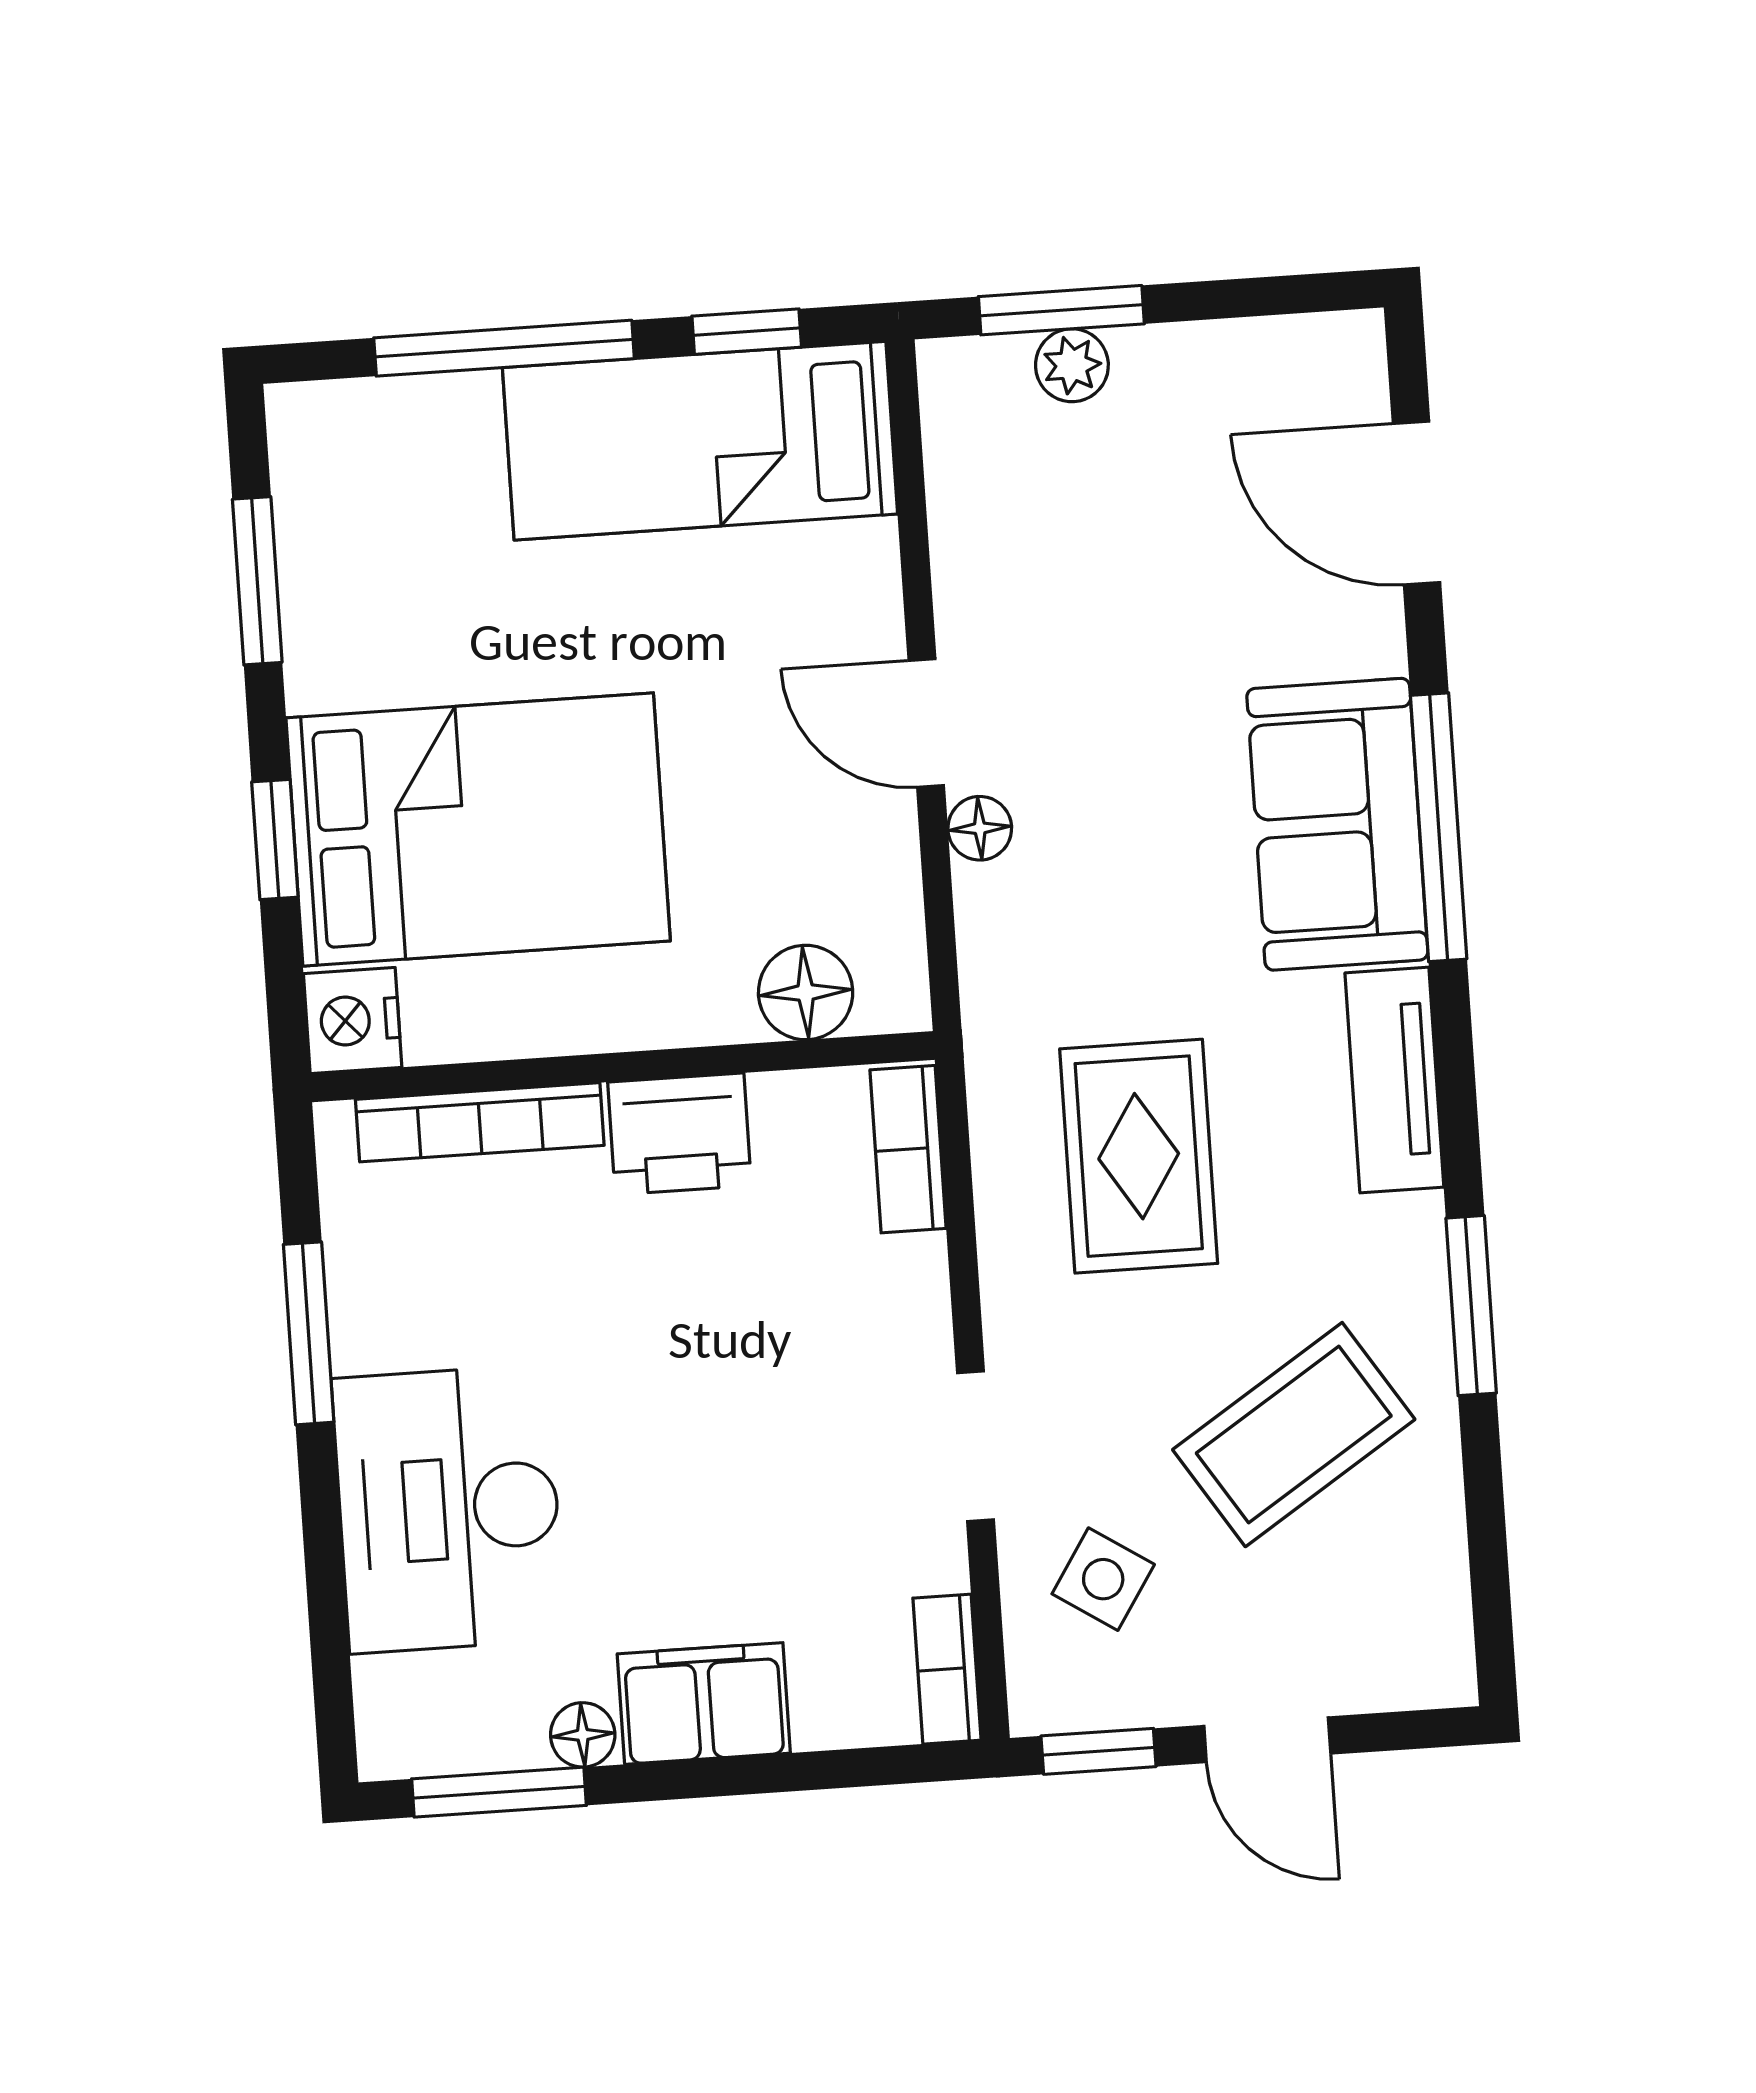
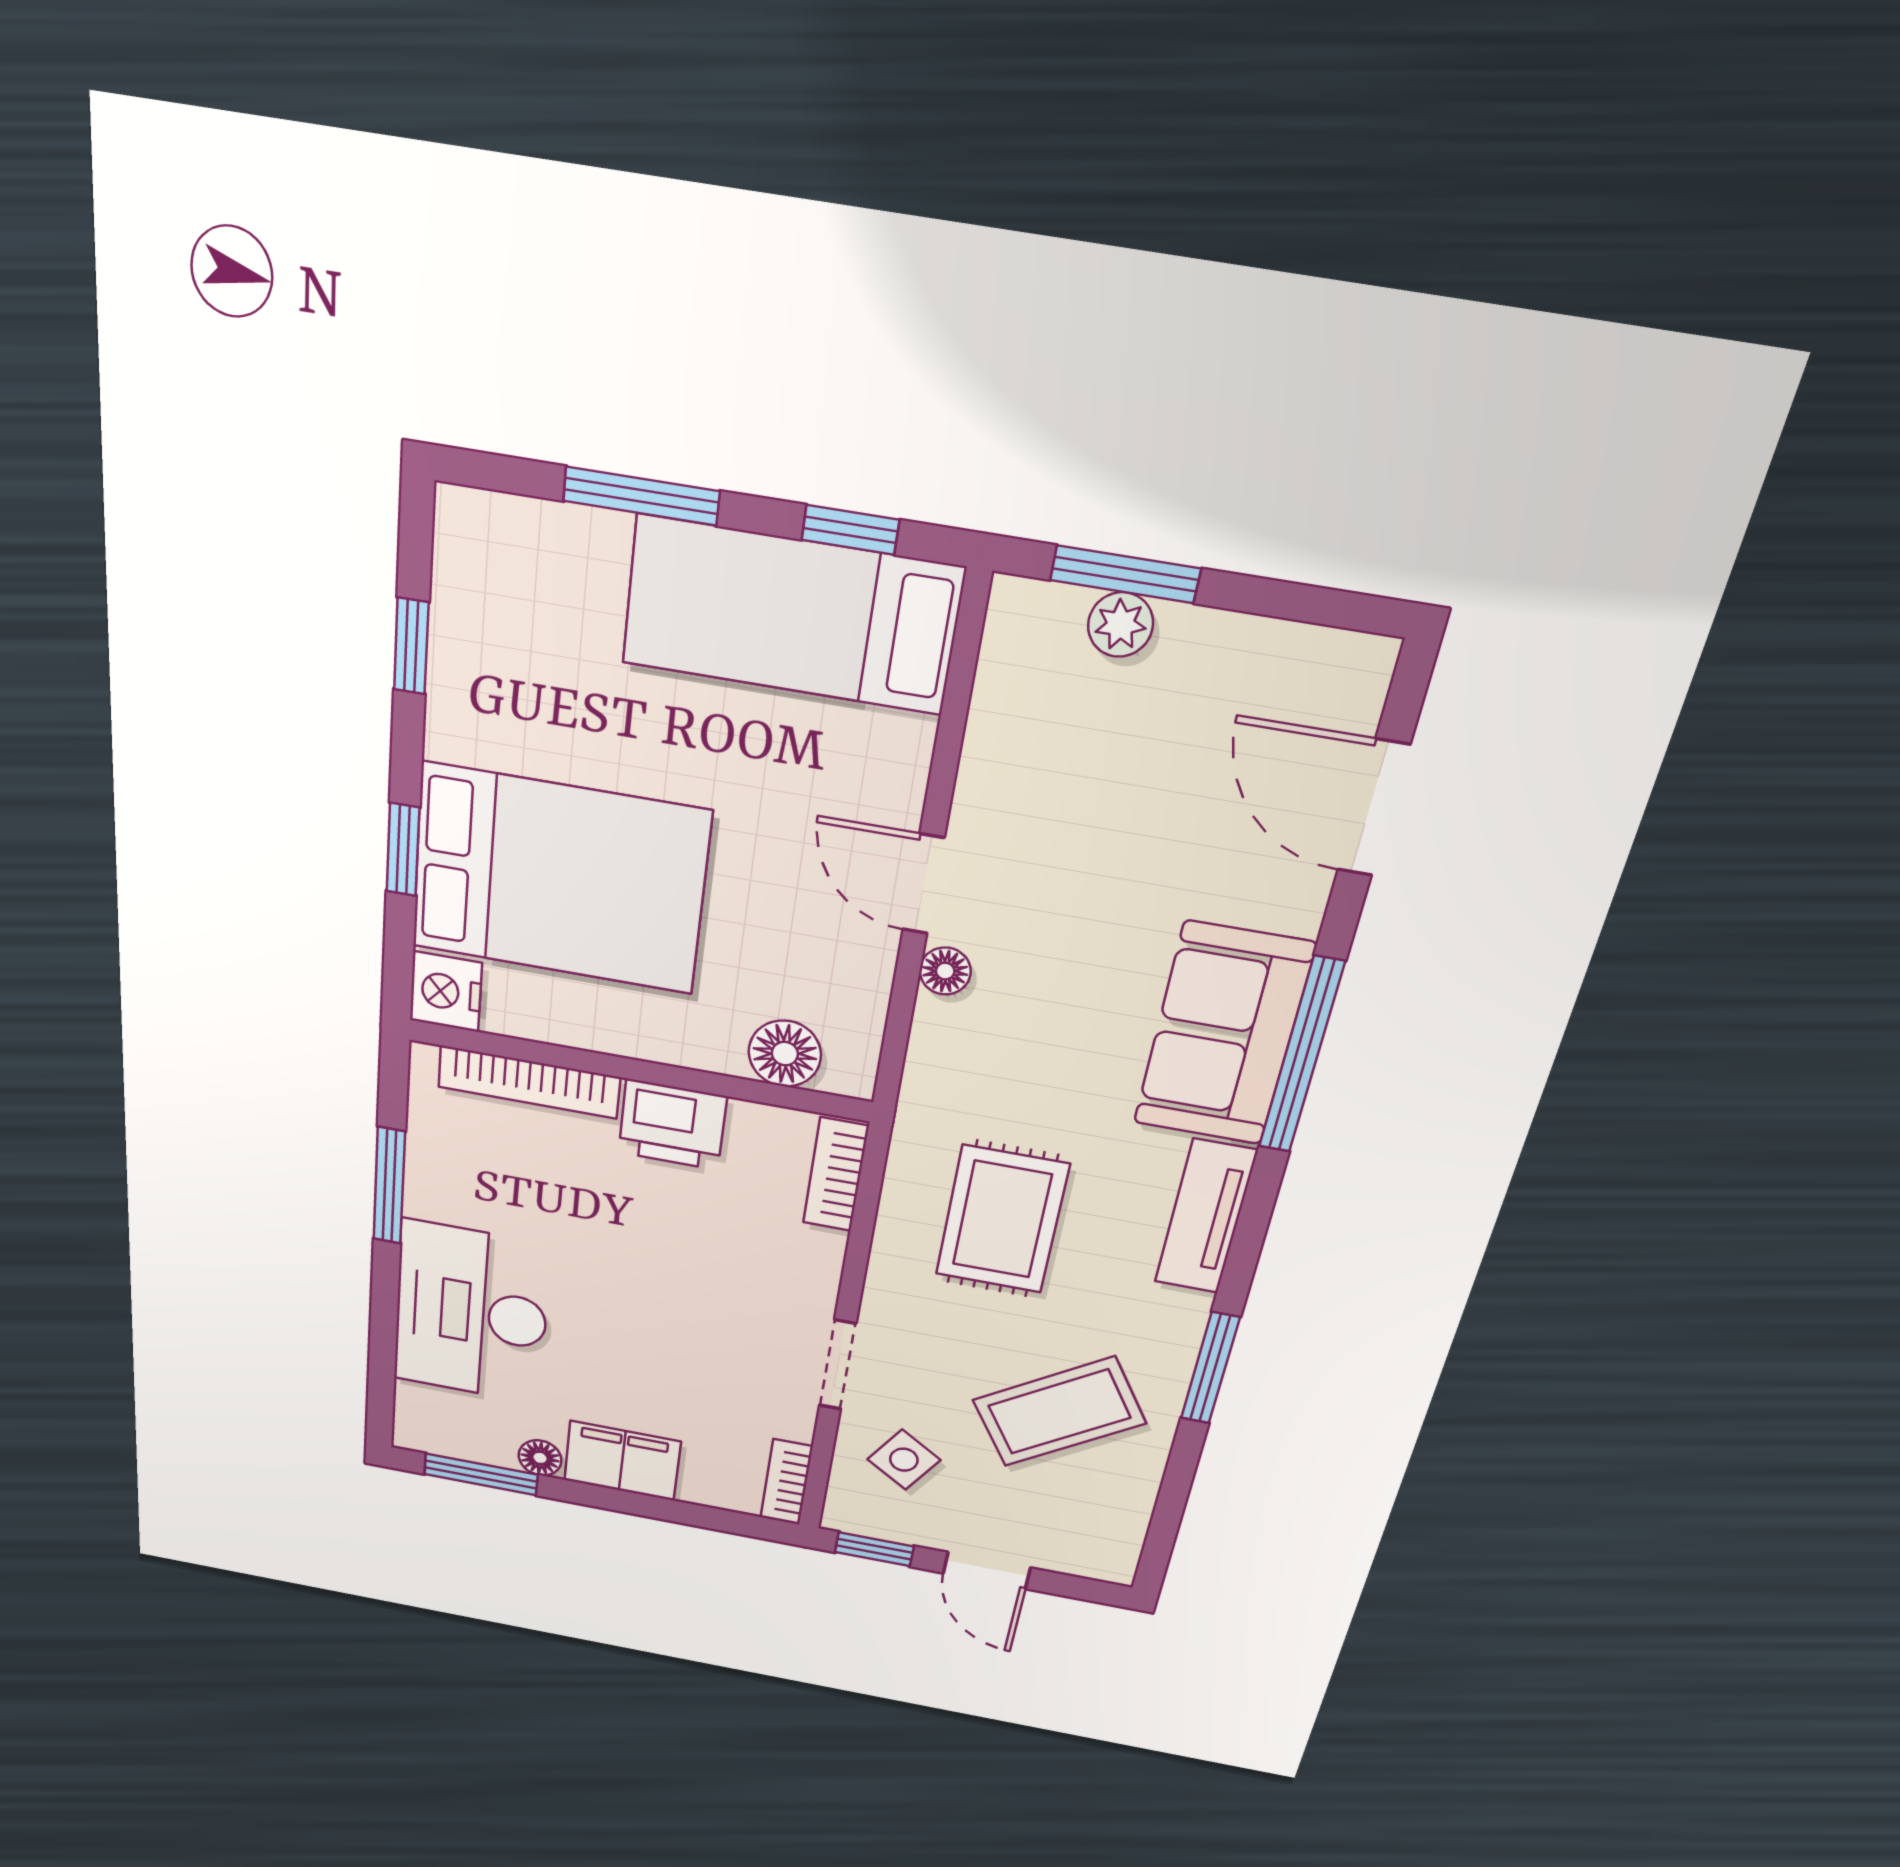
window: (504, 348) -> (641, 496), width x0.69
window: (257, 581) -> (411, 646), width x0.67

